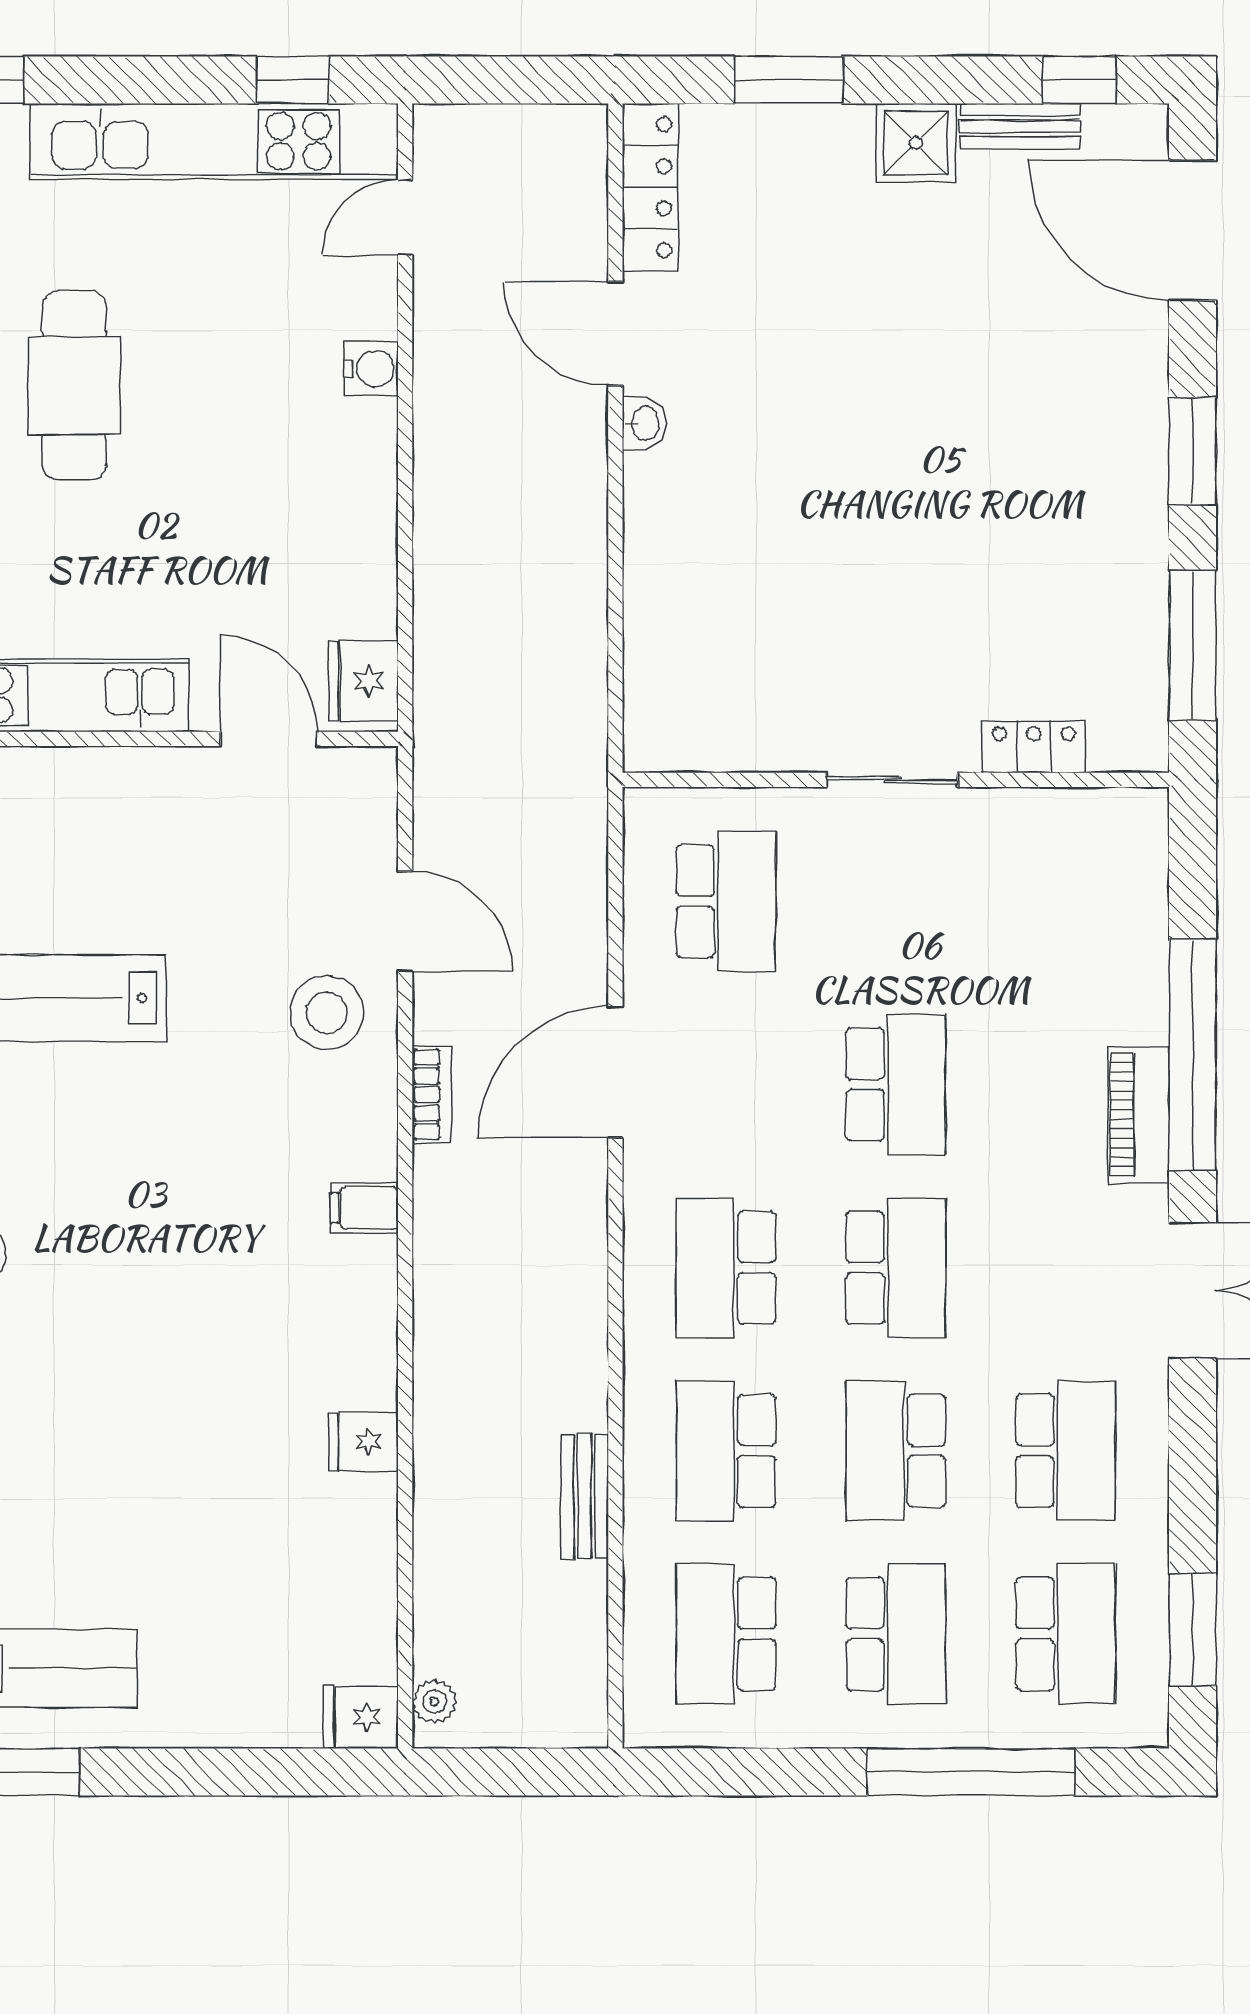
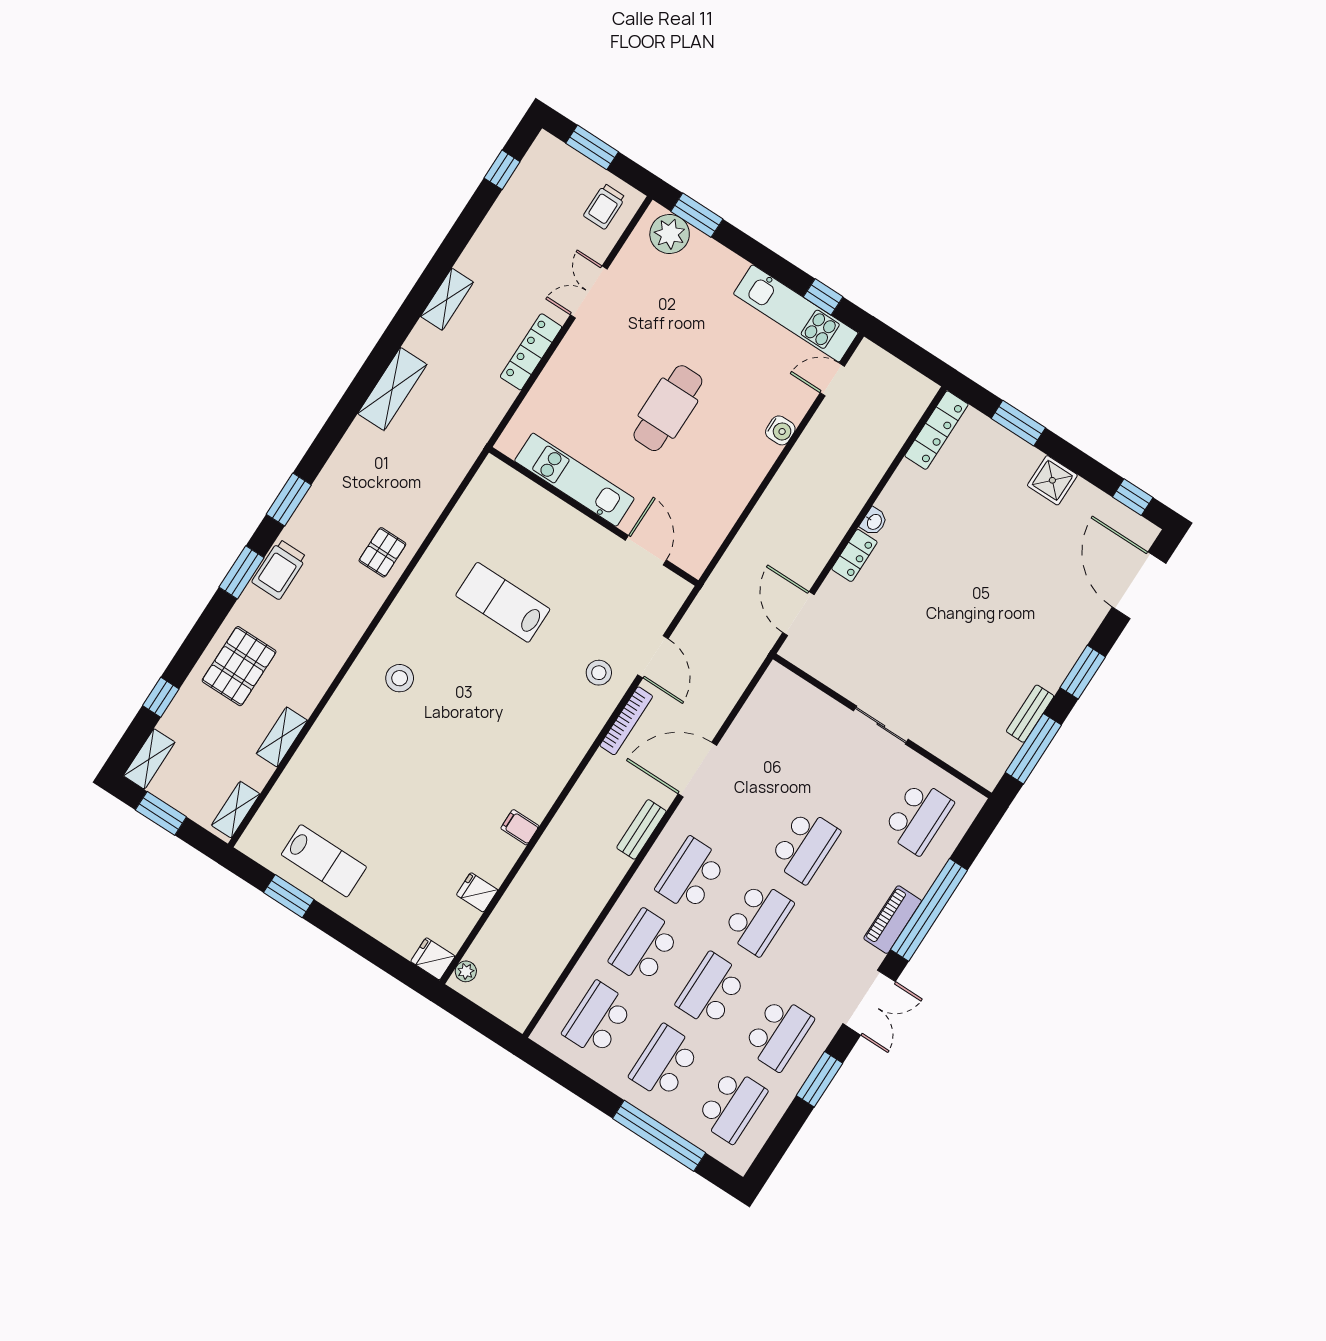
bench: (1020, 126) -> (1030, 714), moved, turned 90
kitchen unit: (214, 141) -> (796, 313), width x0.73
door: (615, 334) -> (798, 614), moved
cafe table: (74, 385) -> (668, 408), moved
fridge: (363, 681) -> (698, 551), removed
locker: (1034, 747) -> (854, 555), moved, turned 90
school desk: (726, 901) -> (918, 817), moved
stool: (327, 1013) -> (599, 673), width x0.73, depth x0.73
bookcase: (431, 1095) -> (626, 721), width x1.56
filing cabinet: (364, 1208) -> (520, 827), moved
fridge: (363, 1442) -> (477, 892), moved
bench: (584, 1497) -> (641, 829), moved
window: (1193, 1630) -> (819, 1079), moved
school desk: (896, 1634) -> (665, 1062), turned 180

